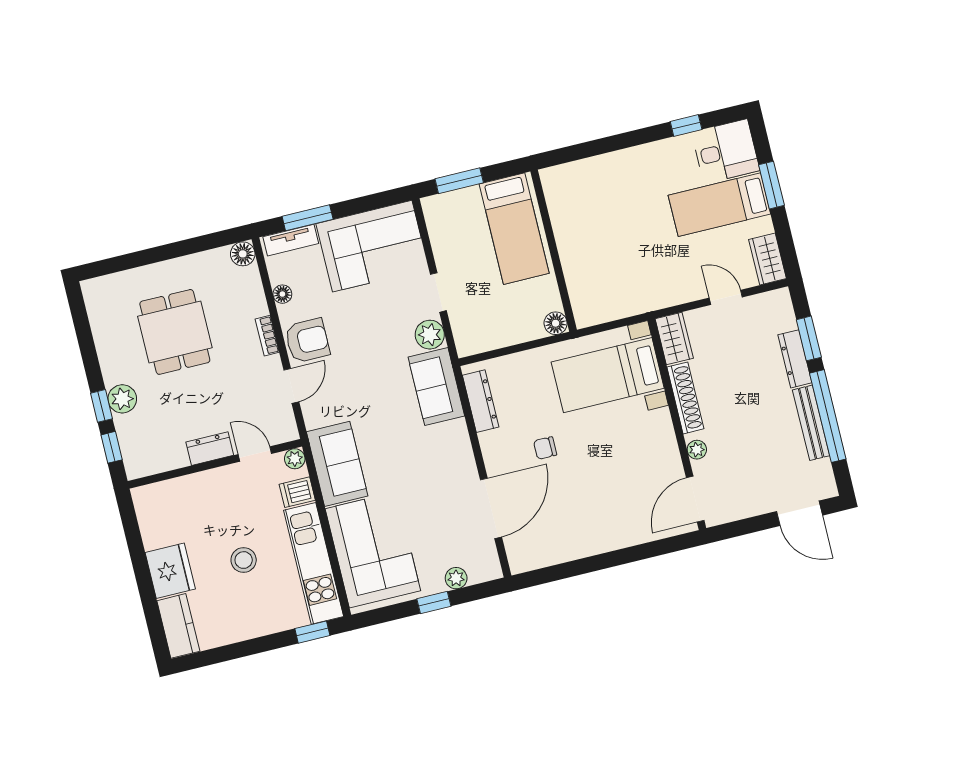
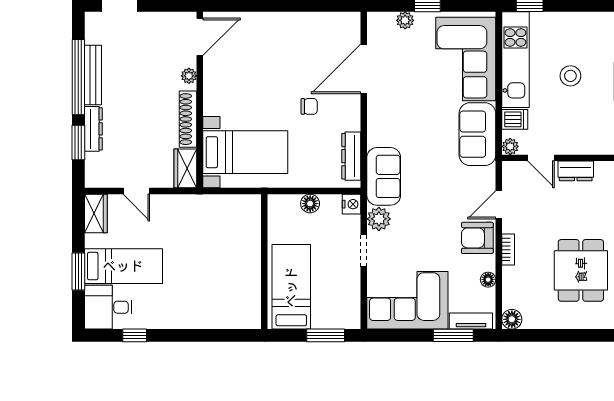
floor lamp: (556, 323) -> (310, 204), moved
nightstand: (466, 344) -> (352, 204), added

